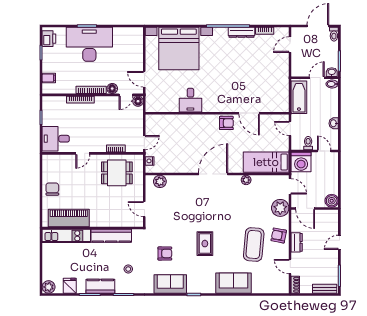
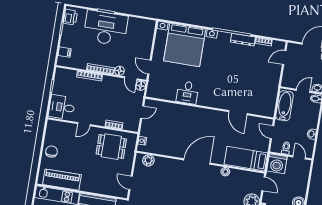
door: (126, 95) -> (131, 78), hinge flipped
armchair: (226, 123) -> (216, 118), removed
door: (144, 143) -> (142, 112), moved

